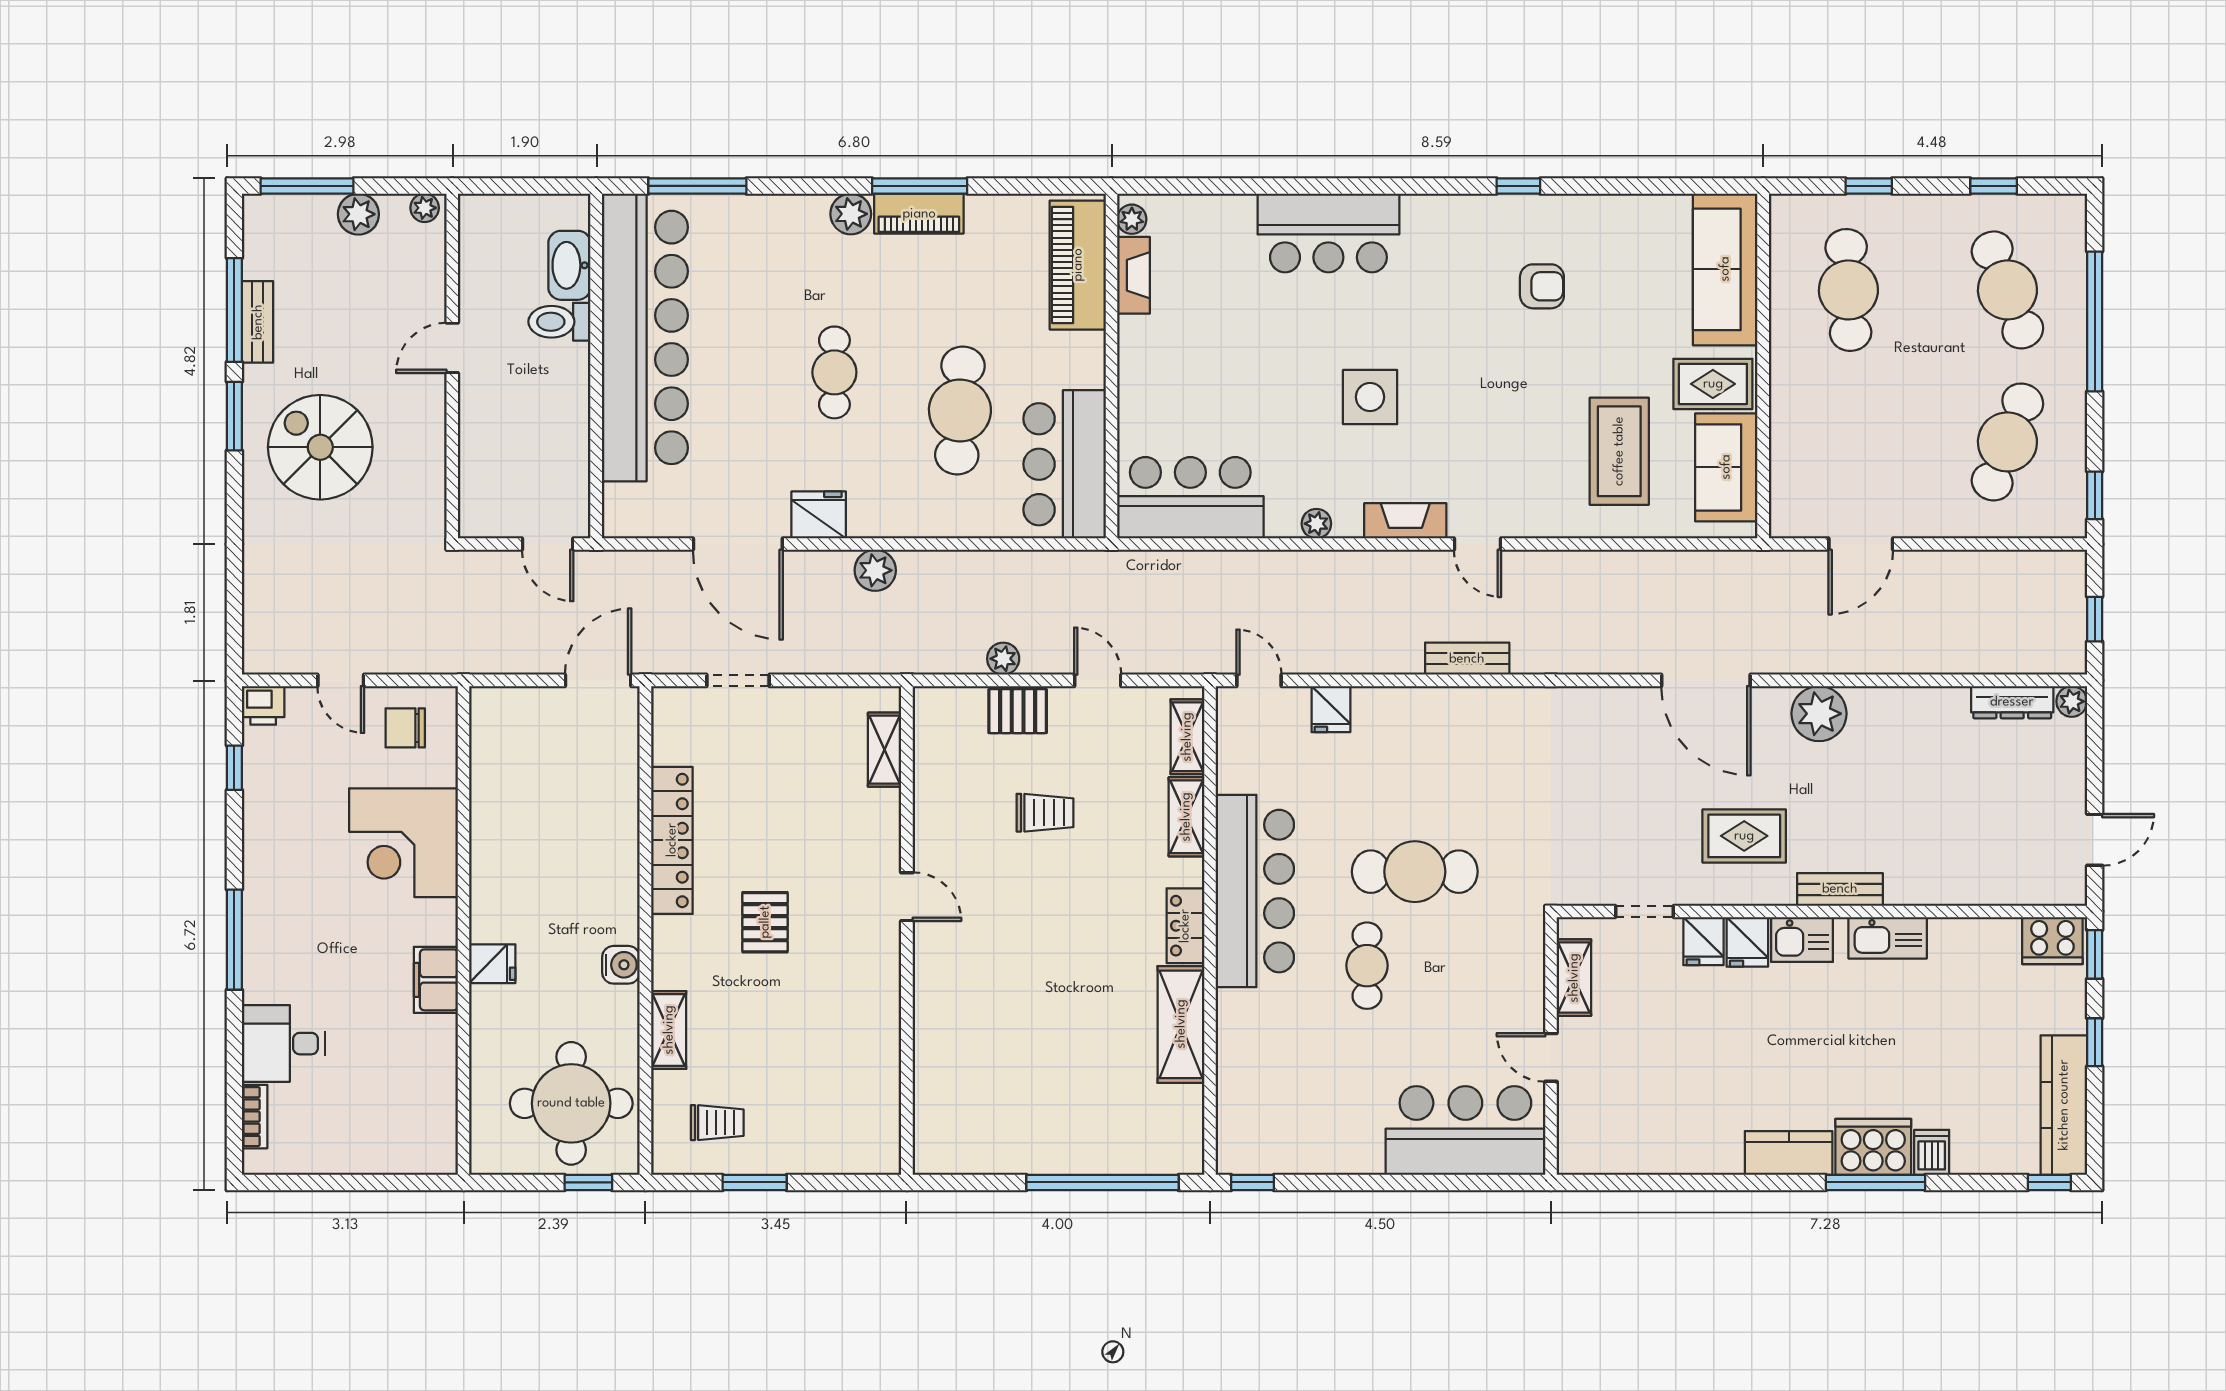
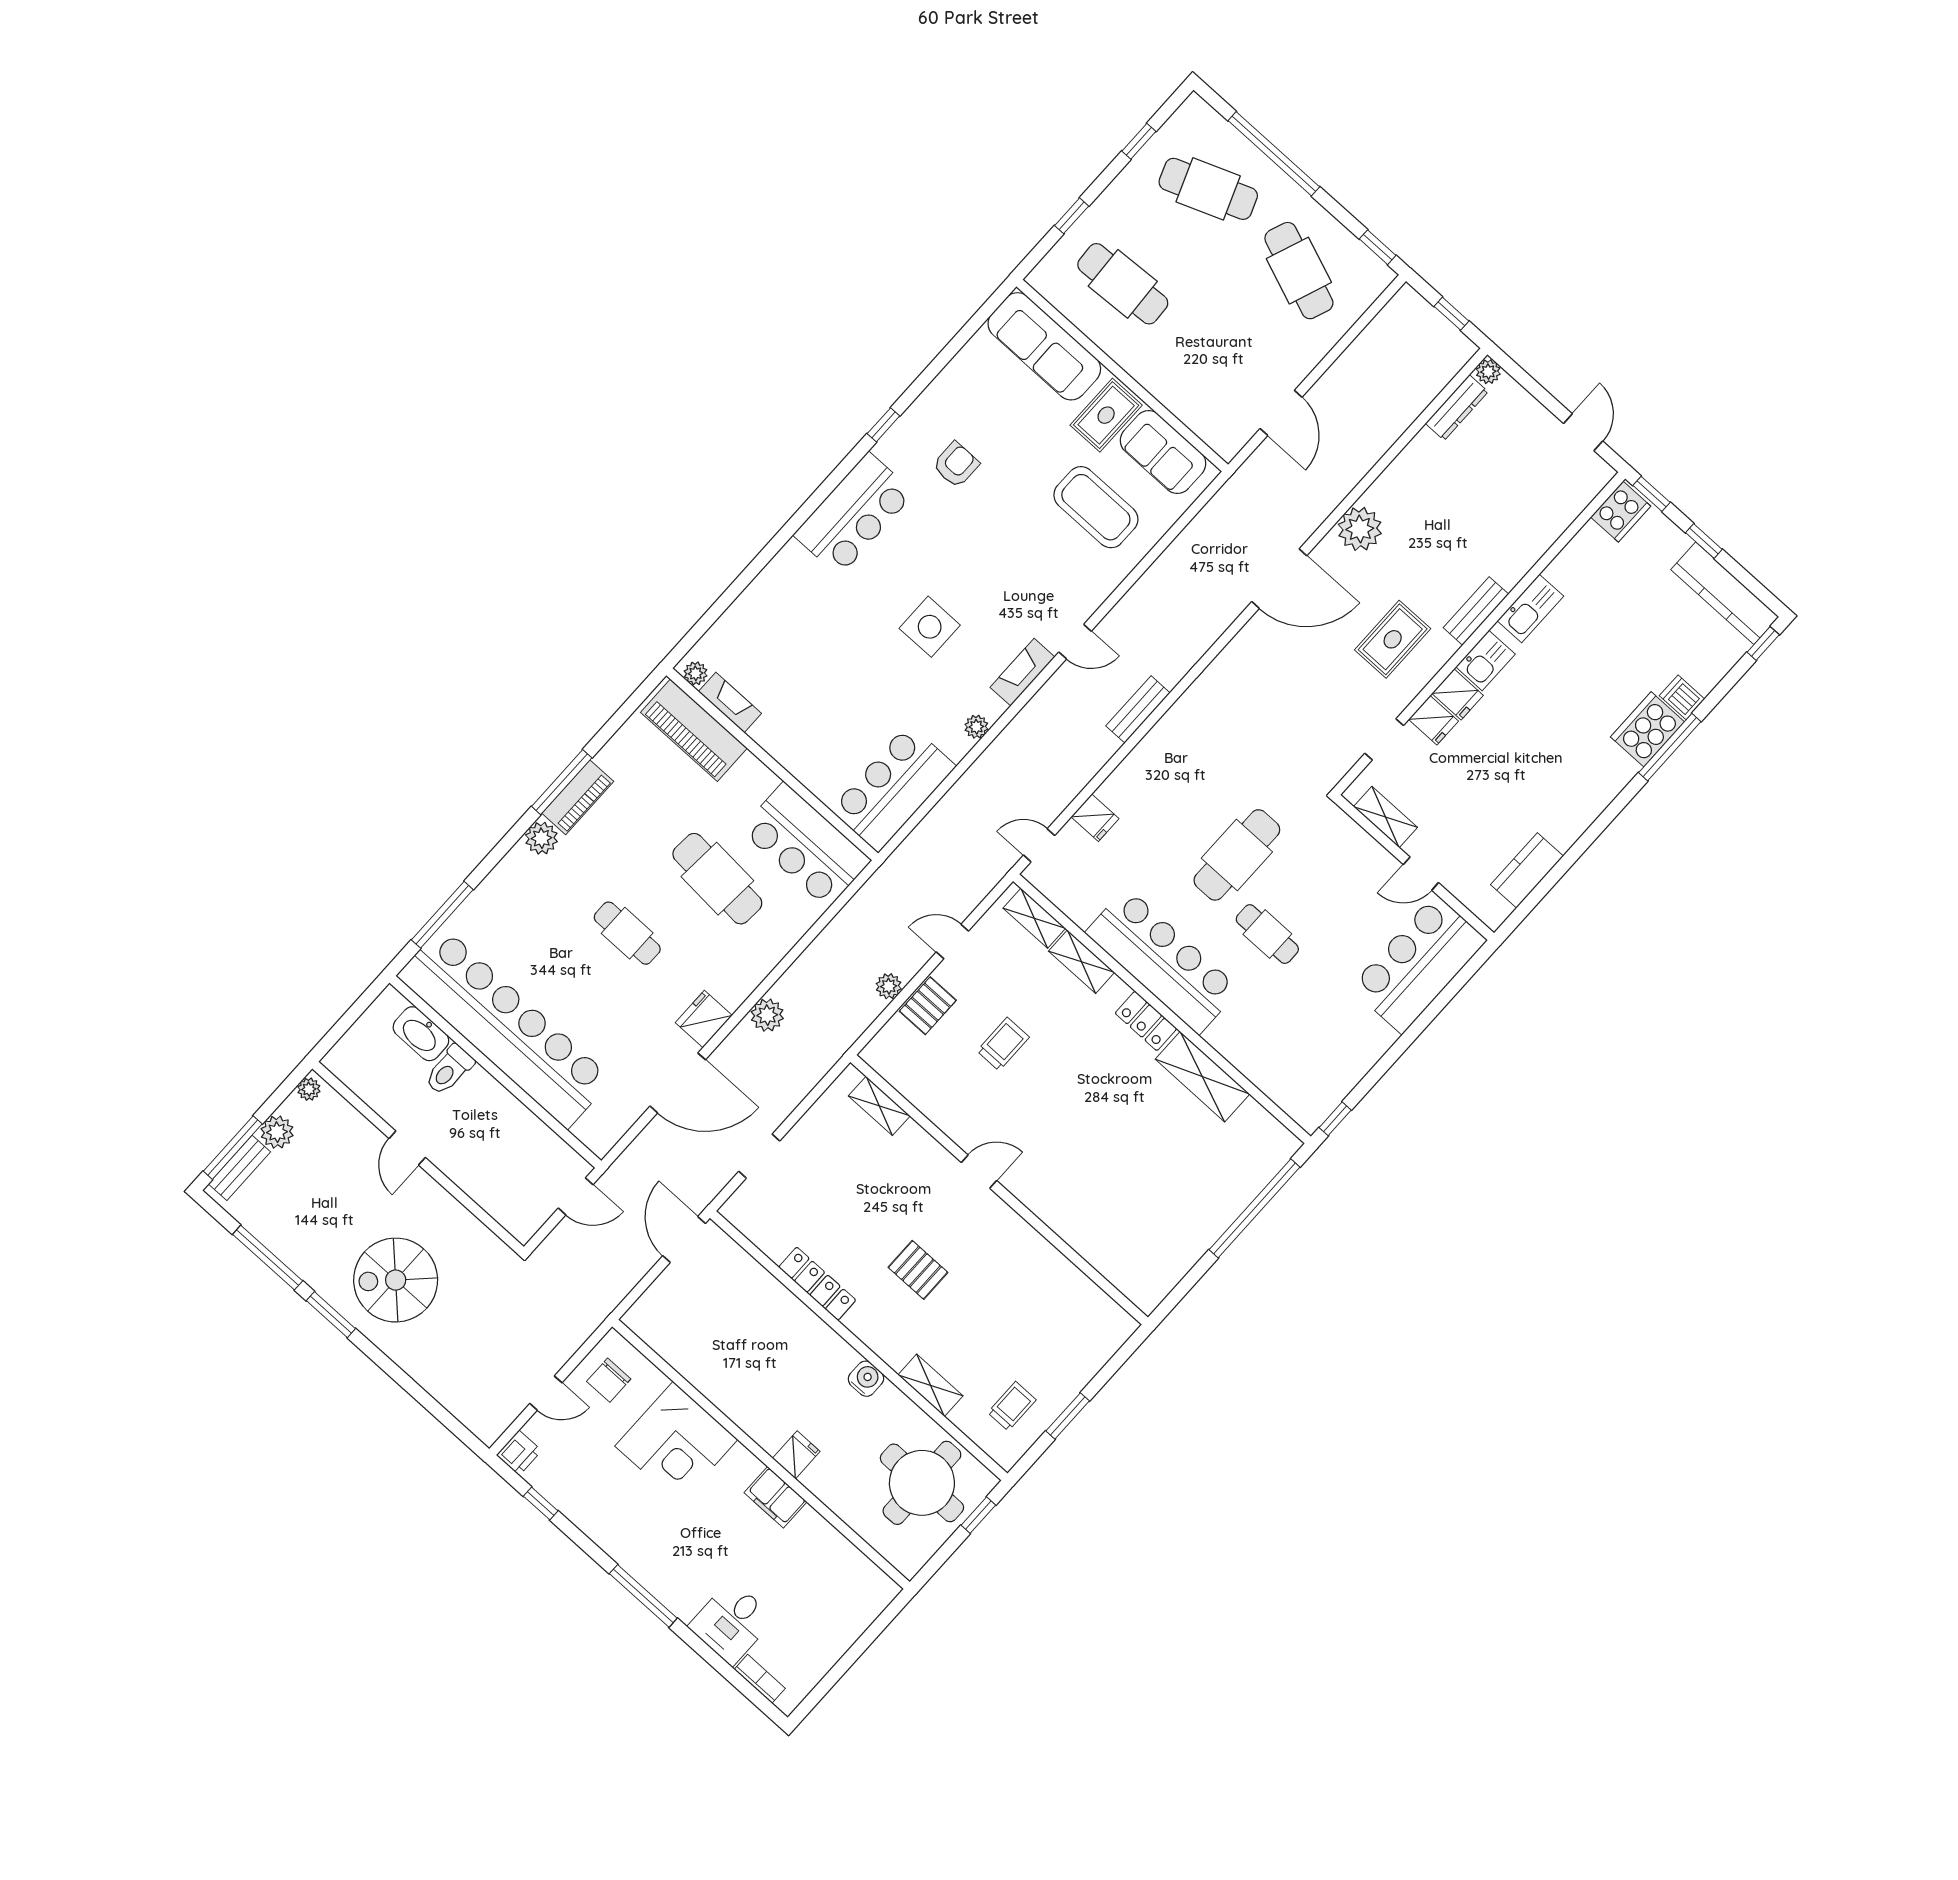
bar counter: (1328, 233) -> (854, 514), moved
bench: (258, 322) -> (239, 1168), moved, turned 90
locker: (672, 840) -> (817, 1284), width x0.71, depth x0.83
kitchen counter: (1789, 1153) -> (1527, 870), moved

